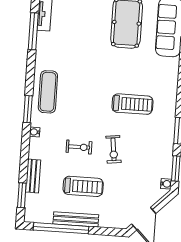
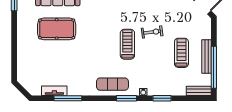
treadmill: (132, 104) -> (127, 44), moved
exercise bike: (79, 147) -> (152, 58), removed
bench: (33, 176) -> (199, 91), moved
window: (22, 195) -> (162, 98), moved

